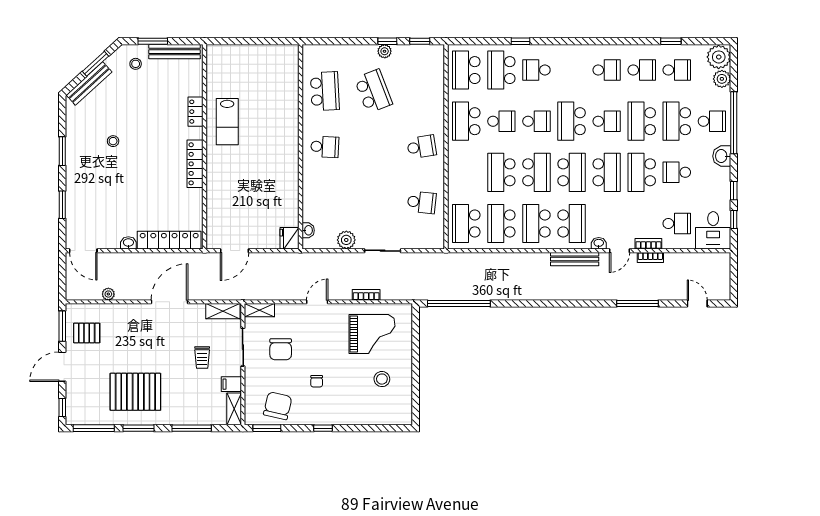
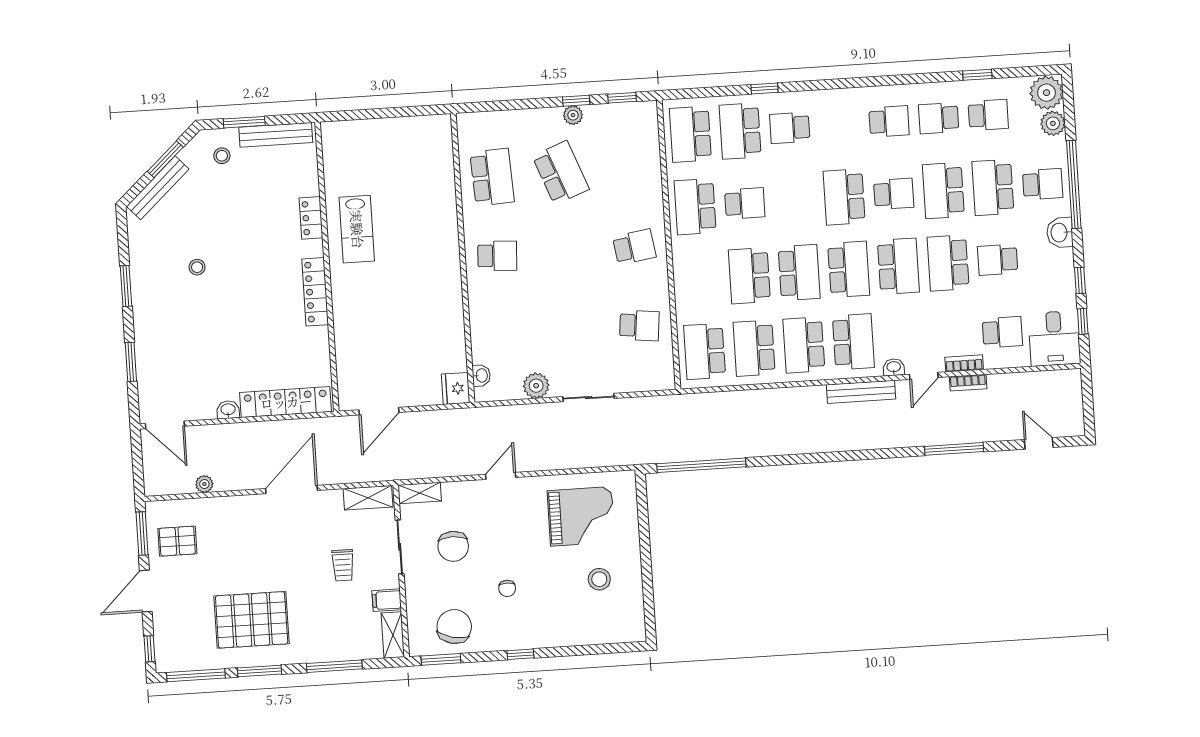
school desk: (642, 70) -> (939, 118), turned 180
school desk: (536, 121) -> (794, 200), removed
bookcase: (366, 295) -> (569, 461), removed

